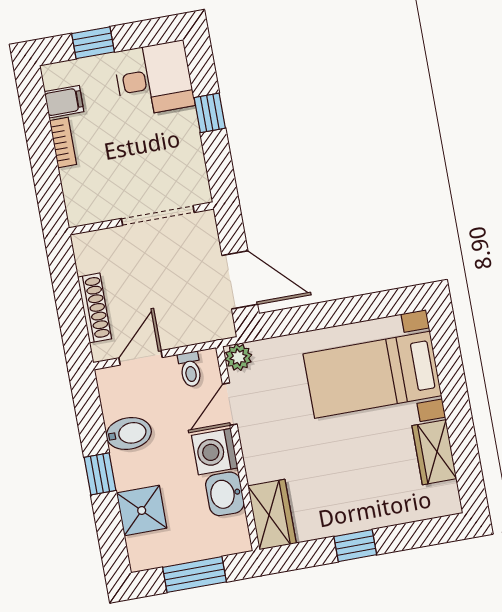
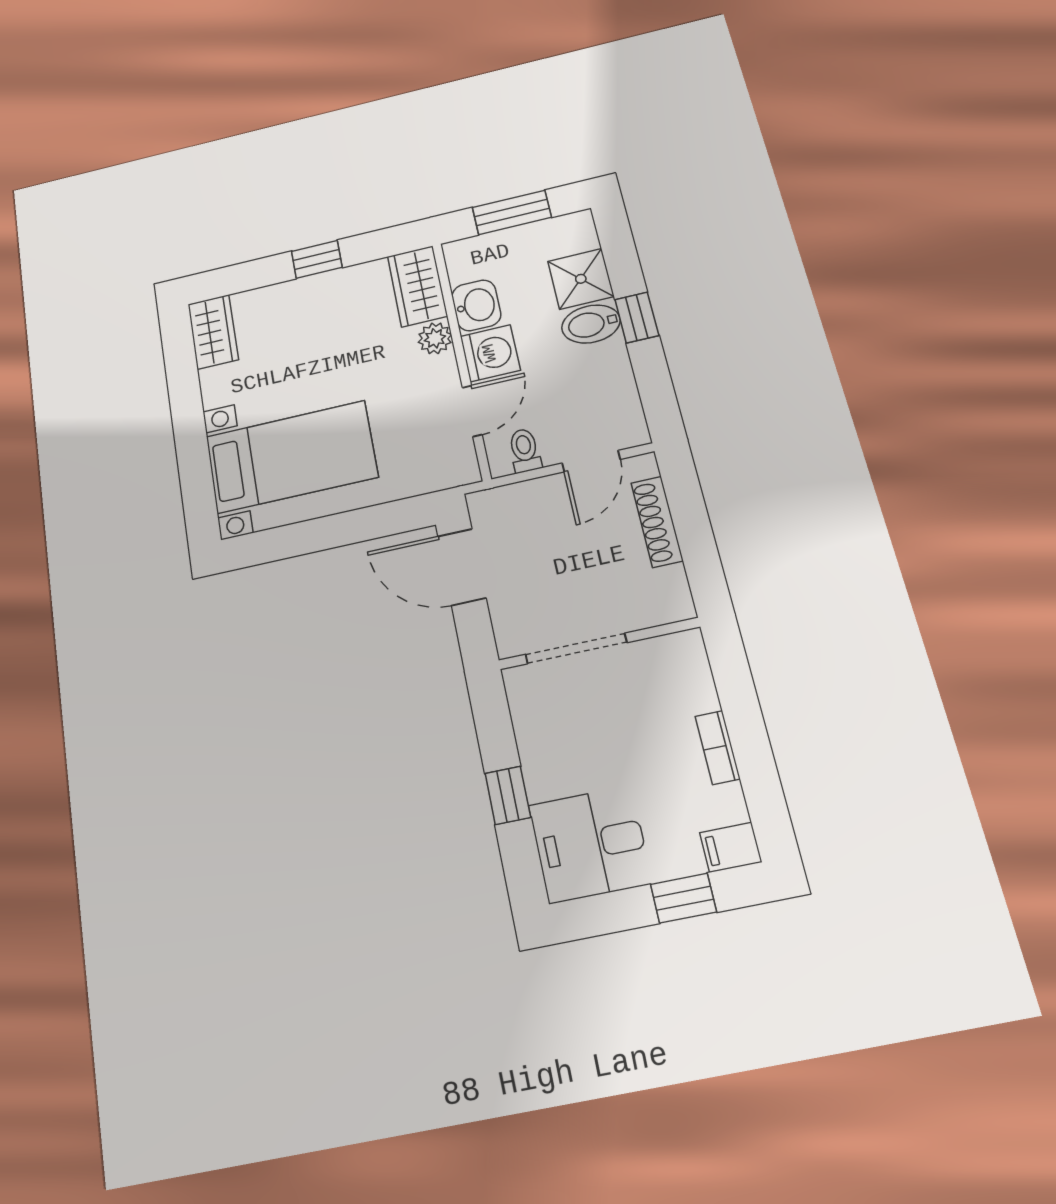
filing cabinet: (64, 102) -> (731, 847), moved
plant: (238, 357) -> (435, 338), moved
bidet: (129, 434) -> (591, 324), moved
wardrobe: (434, 452) -> (213, 332), moved

